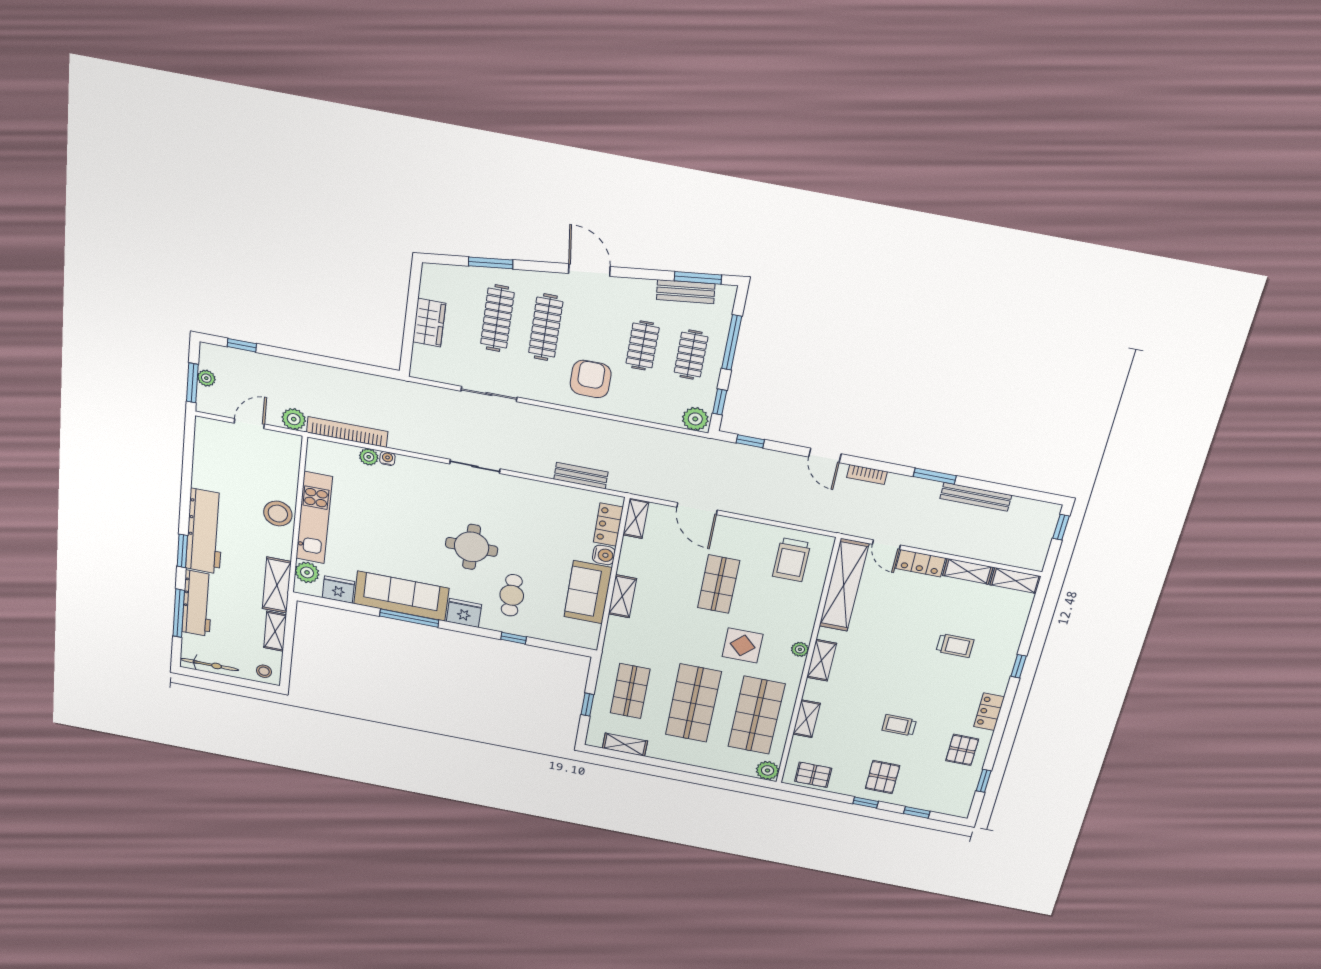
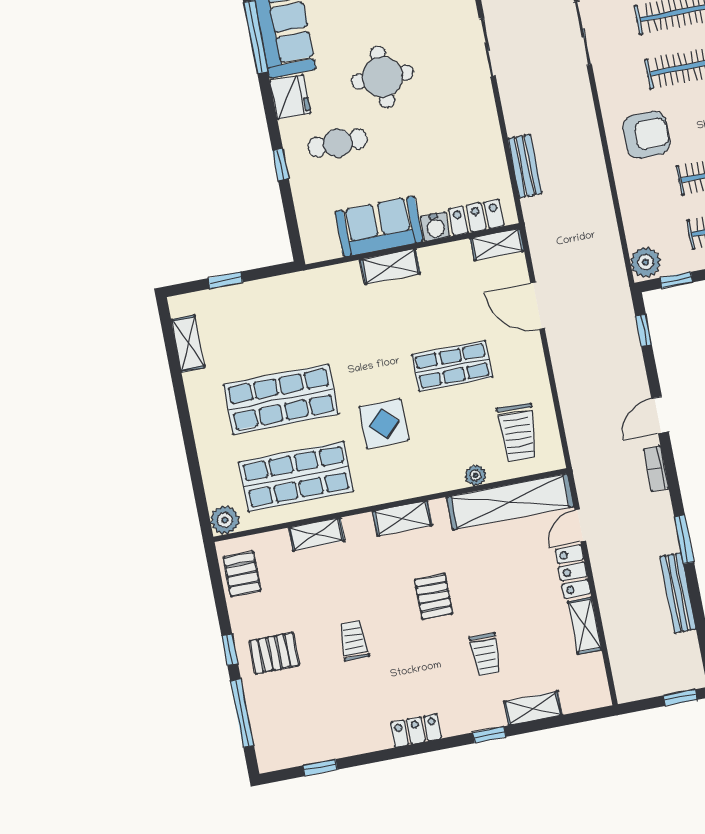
door: (697, 509) -> (538, 306), hinge flipped
trolley: (792, 560) -> (518, 432), turned -87
shelving: (1015, 581) -> (533, 708), moved, turned 90
plant: (800, 649) -> (476, 475), moved
shop shelf: (630, 691) -> (266, 322), removed
pallet: (962, 750) -> (434, 597), moved, turned 90
window: (917, 812) -> (242, 713), width x2.17

